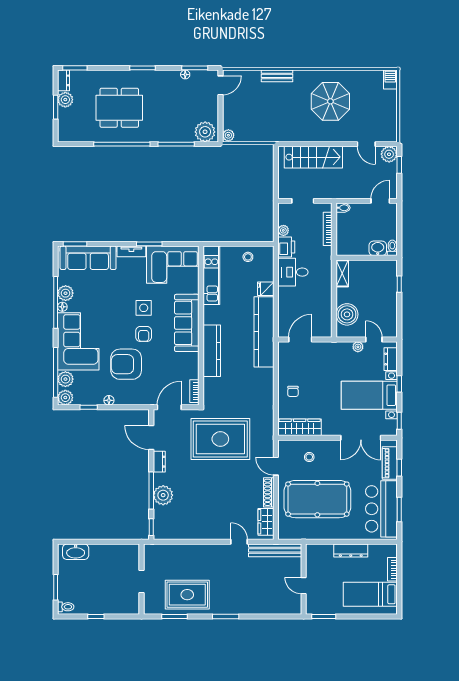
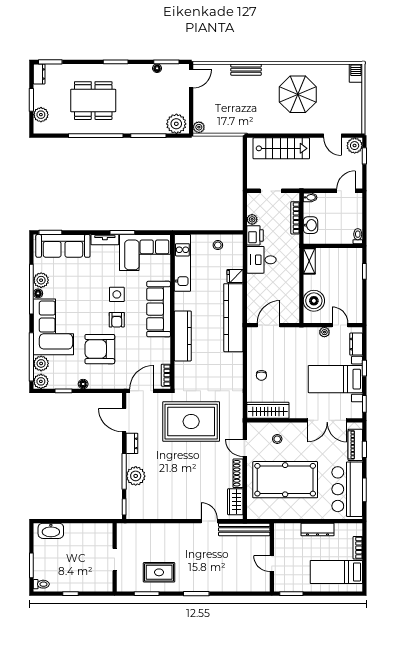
plant: (65, 100) -> (41, 115), moved
washbasin: (378, 248) -> (310, 225), moved, turned 90
rug: (187, 595) -> (159, 572), width x0.73, depth x0.70

